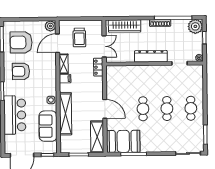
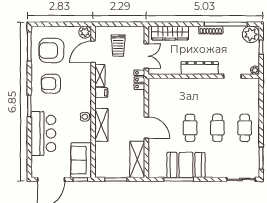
shelving: (66, 114) -> (101, 125), width x0.68
sofa: (48, 126) -> (81, 160), moved
booth: (123, 141) -> (186, 165), moved

